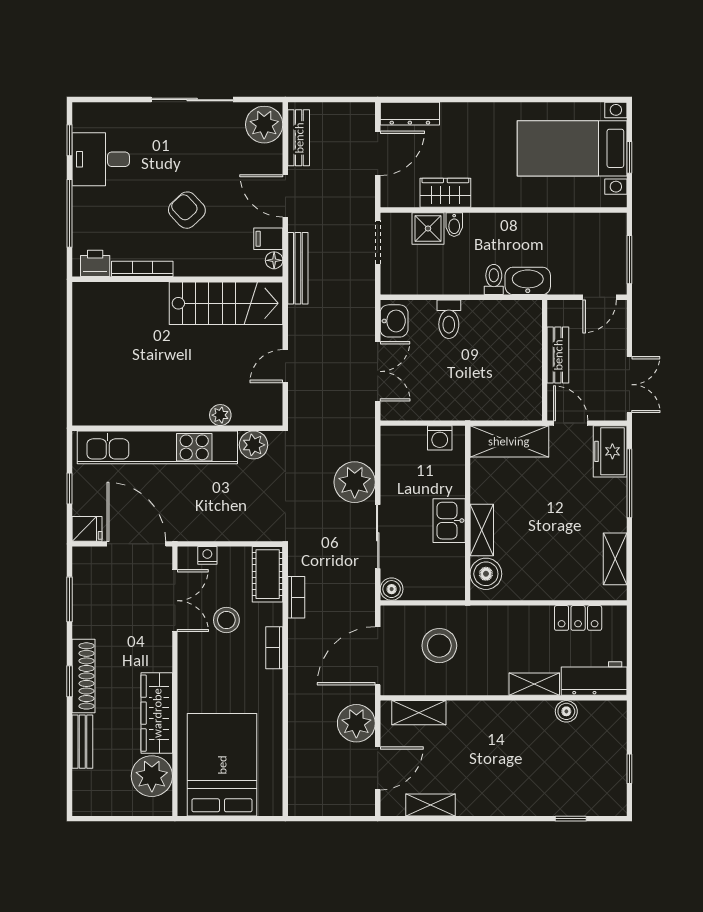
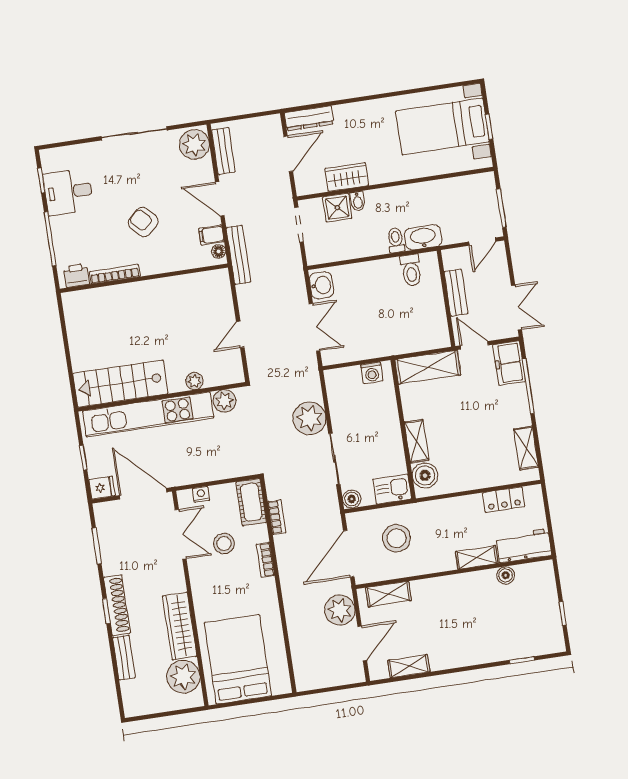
stairs: (226, 303) -> (120, 384), moved, turned 180
toilet: (449, 319) -> (411, 270), moved
kitchen sink: (449, 521) -> (392, 489), moved, turned 90

